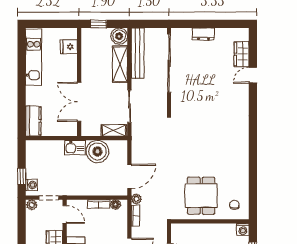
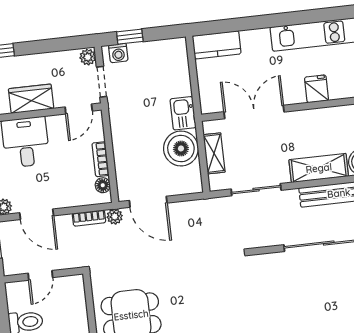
fridge: (69, 47) -> (317, 89), moved
shelving: (114, 130) -> (214, 153), moved

